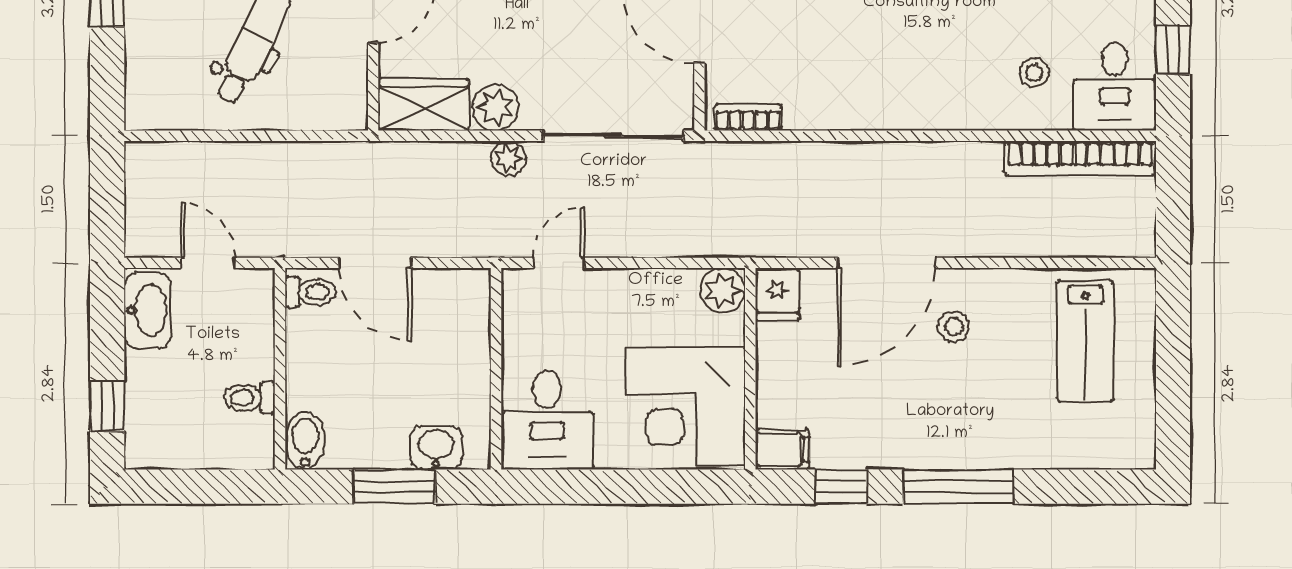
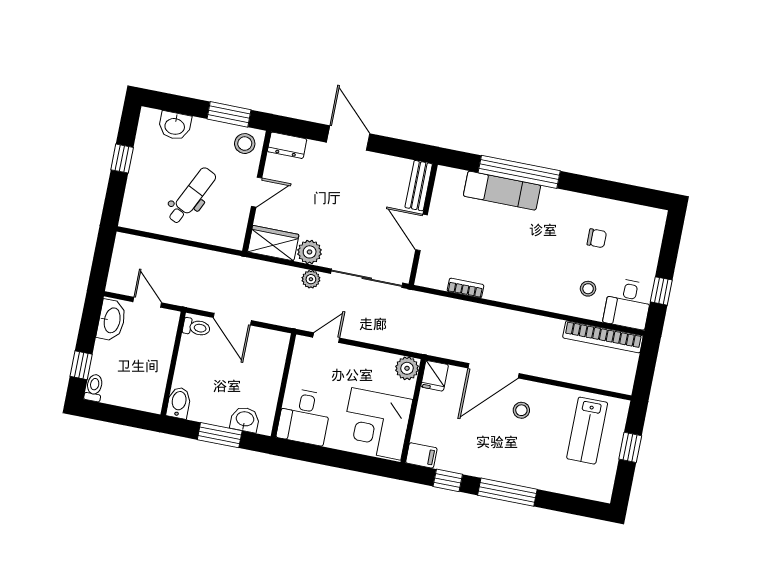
bookcase: (748, 117) -> (466, 288), moved
window: (1173, 356) -> (630, 447), added
toilet: (249, 398) -> (94, 388), moved, turned 90

